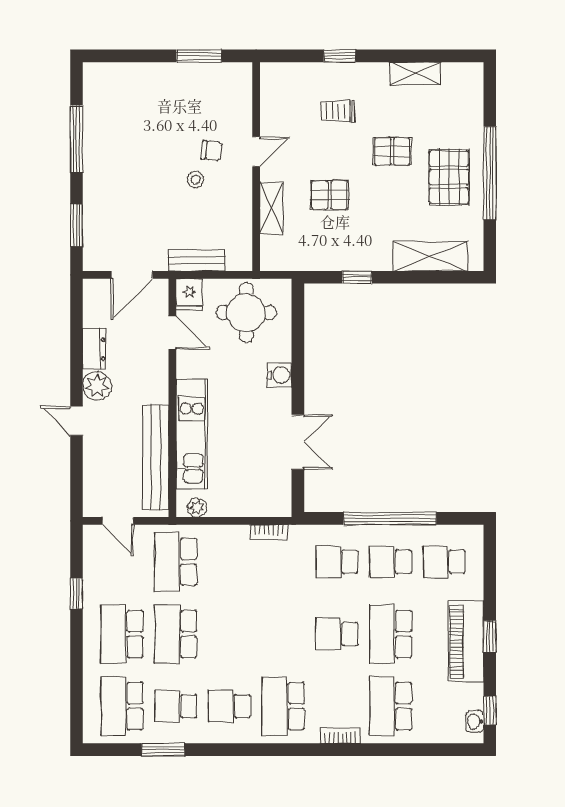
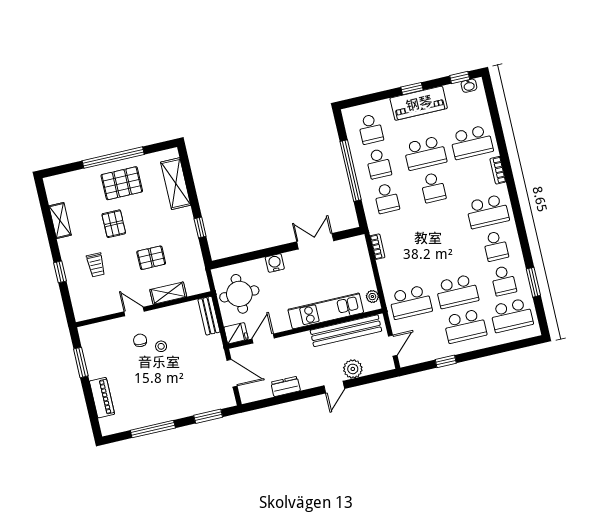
piano: (140, 75) -> (102, 398), added
pallet: (329, 195) -> (151, 258), turned 90
bench: (197, 260) -> (209, 316), moved
plant: (97, 386) -> (353, 369), moved

